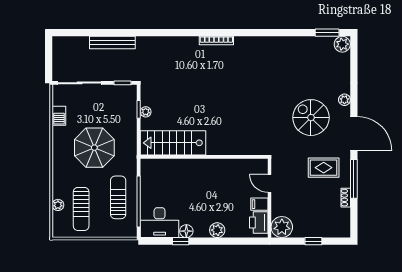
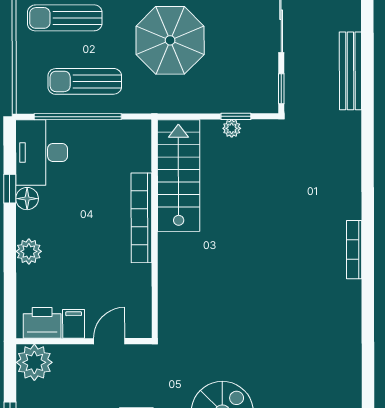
bookcase: (198, 164) -> (141, 218), added
sun lounger: (118, 197) -> (85, 81), turned 180

